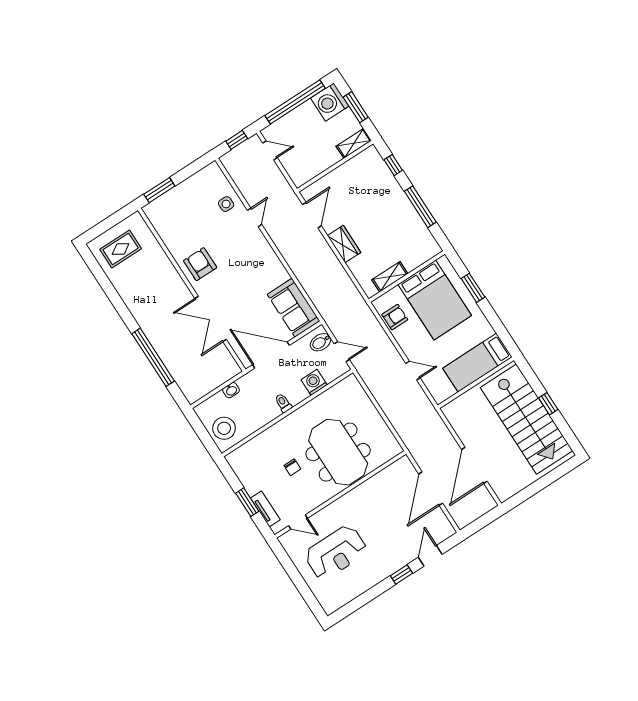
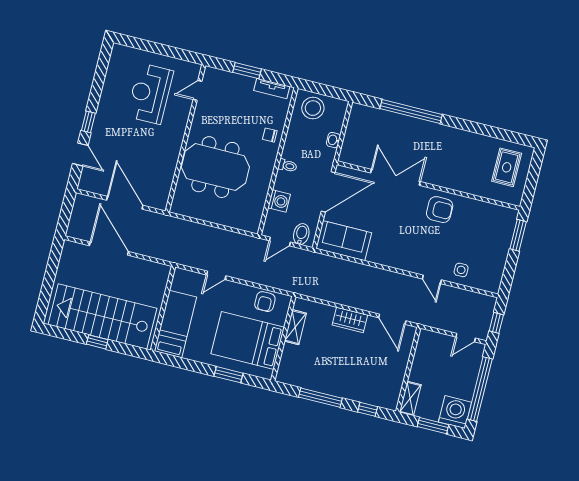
chair: (292, 467) -> (270, 135), moved
tv unit: (265, 509) -> (272, 88), moved

